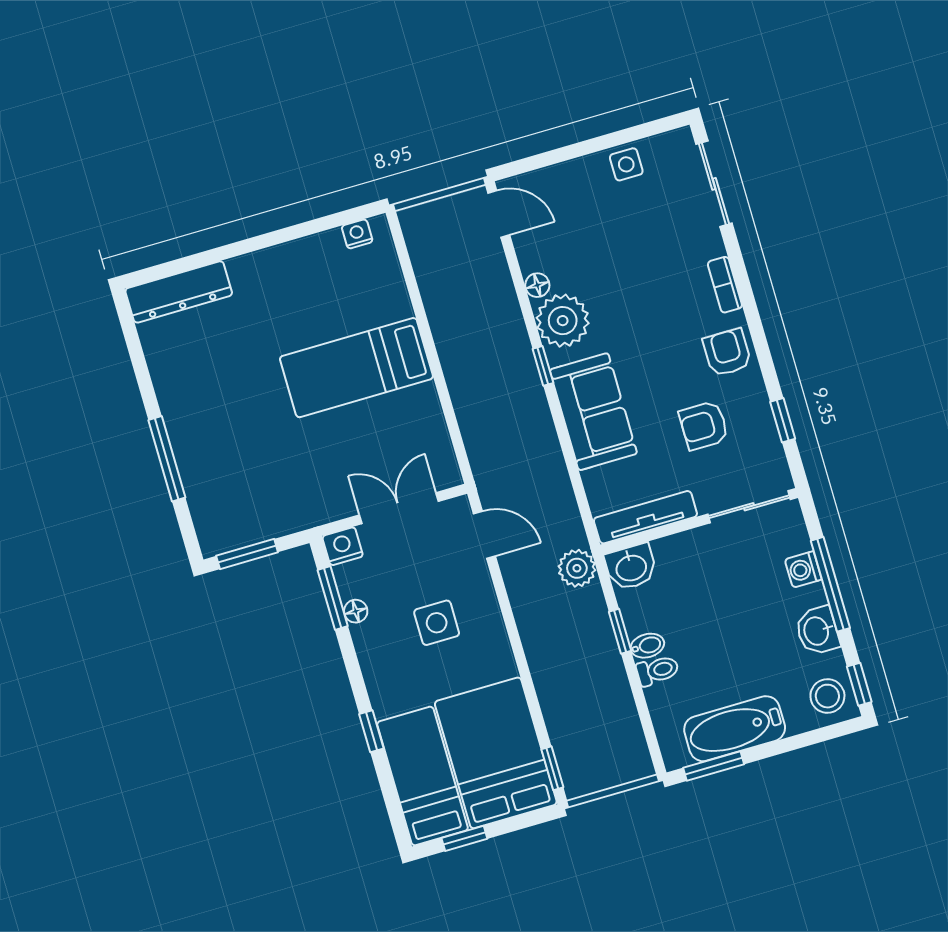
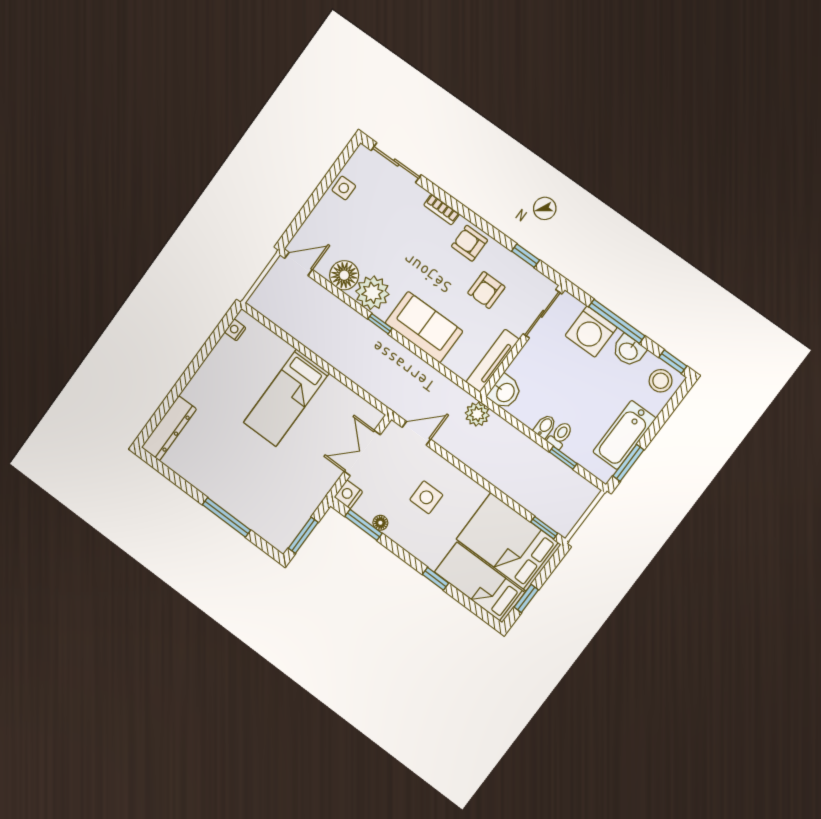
floor lamp: (537, 285) -> (344, 275), width x1.89, depth x1.89
washing machine: (803, 569) -> (591, 332), width x1.89, depth x1.89
window: (620, 631) -> (563, 458), moved

